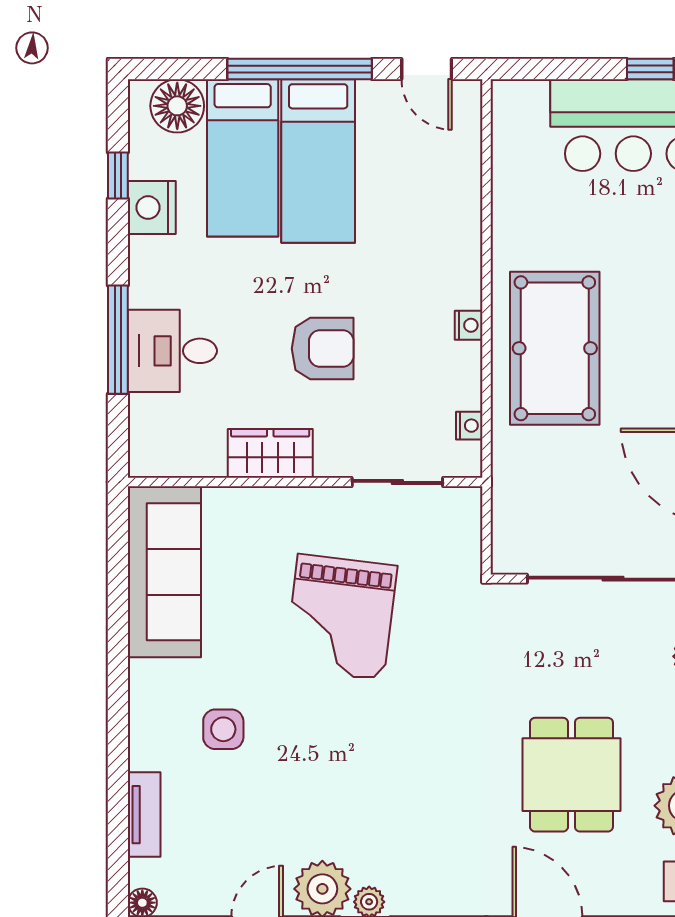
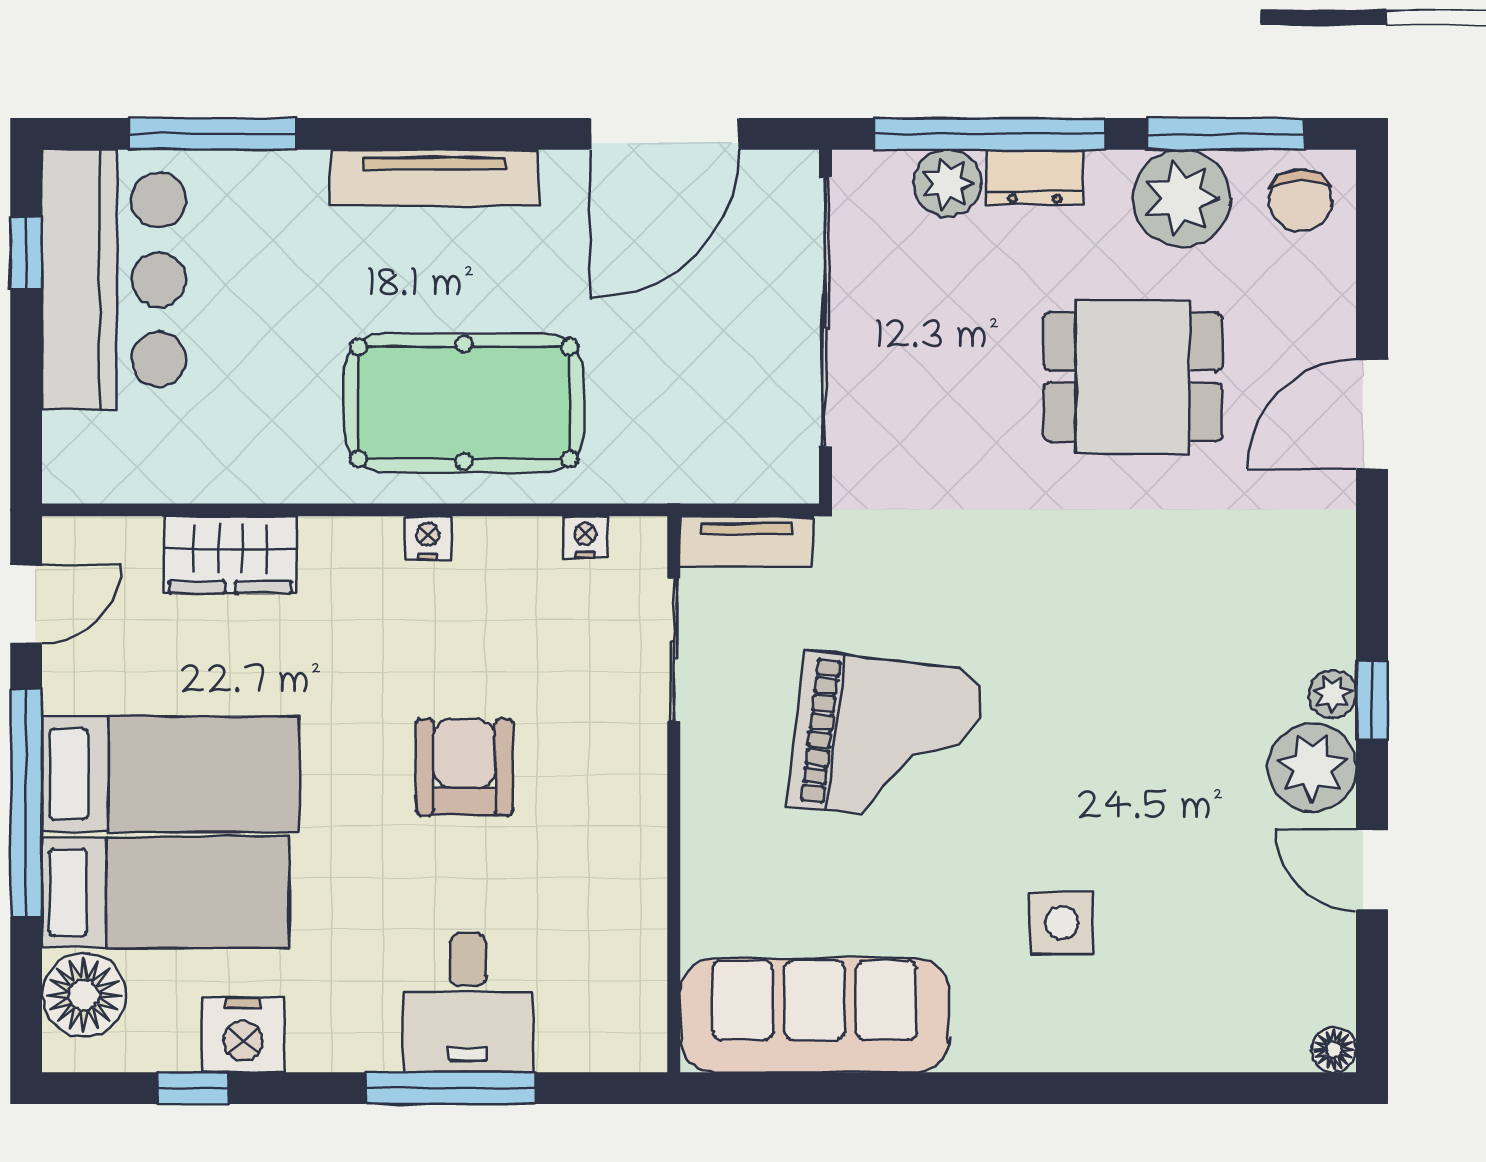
wardrobe: (270, 453) -> (230, 555), moved, turned -90
tv unit: (144, 815) -> (746, 542), moved, turned 180

